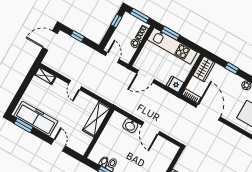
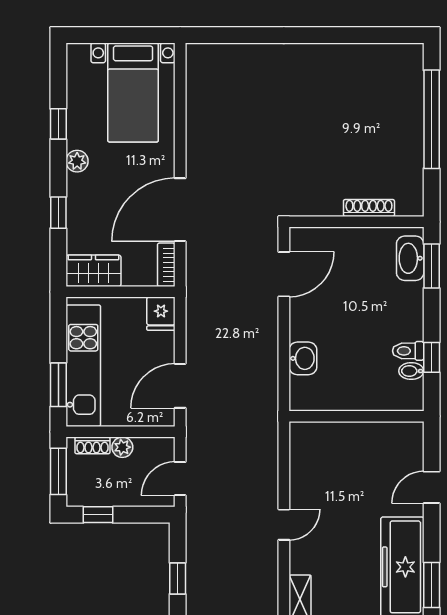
door: (145, 76) -> (180, 386), swing flipped
shelving: (97, 119) -> (330, 438), removed
door: (151, 128) -> (284, 274), moved

